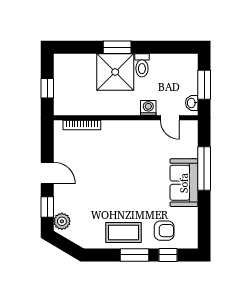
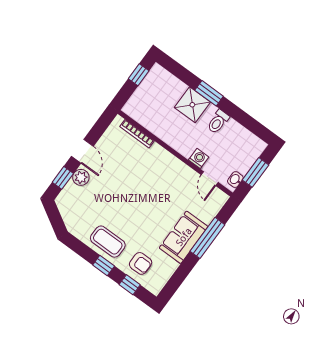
shower: (115, 72) -> (192, 105), width x0.73, depth x0.73
window: (47, 88) -> (139, 75), moved
plant: (62, 221) -> (81, 177), moved
window: (135, 255) -> (104, 265), width x0.67

